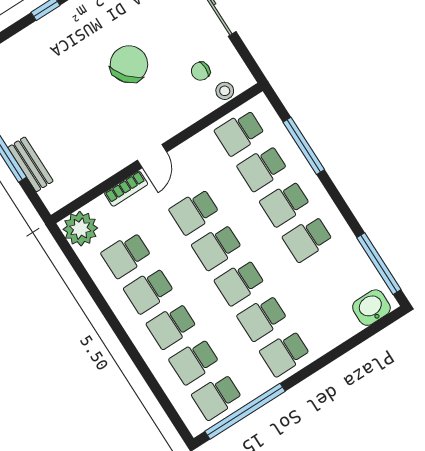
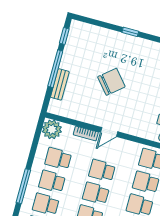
chair: (129, 64) -> (111, 82), moved
window: (121, 334) -> (23, 186), added

